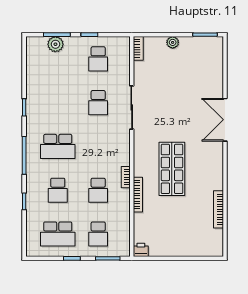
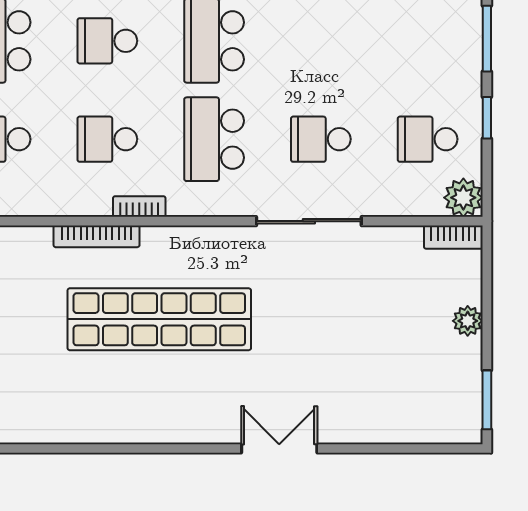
plant: (55, 44) -> (463, 198), moved
double door: (225, 120) -> (279, 448), width x0.73
school desk: (98, 146) -> (214, 139), added
shop shelf: (172, 169) -> (159, 319), width x1.40
bookcase: (218, 209) -> (61, 433), removed

